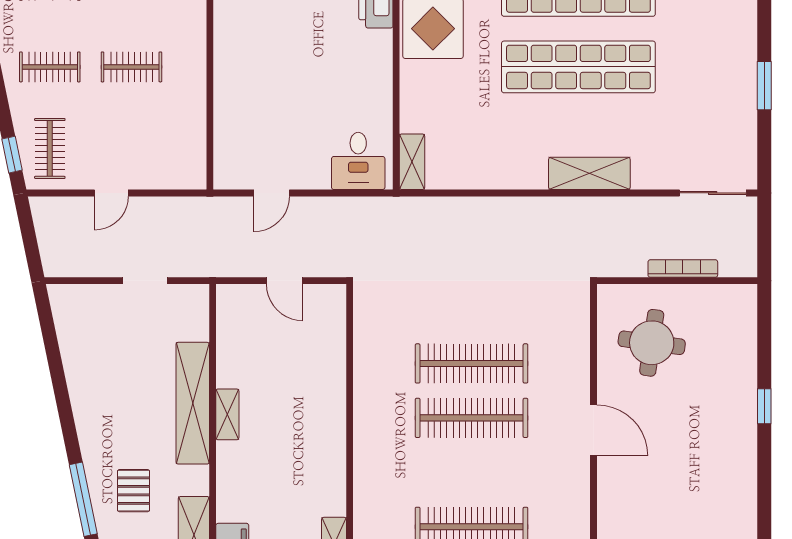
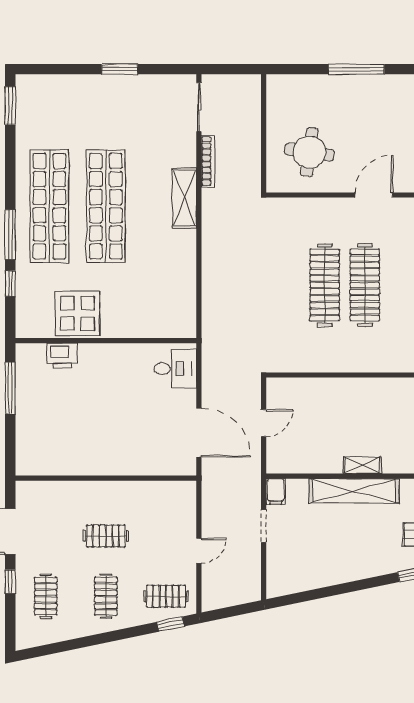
clothes rail: (131, 67) -> (106, 536), turned 90
shelving: (412, 162) -> (176, 329), removed
door: (111, 193) -> (199, 551), hinge flipped
door: (272, 193) -> (199, 433), width x1.88
bookcase: (683, 269) -> (208, 161), moved, turned 180
filing cabinet: (192, 297) -> (276, 492), added
window: (764, 406) -> (356, 69), width x2.17

